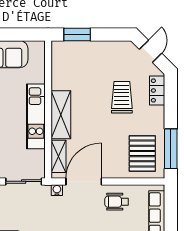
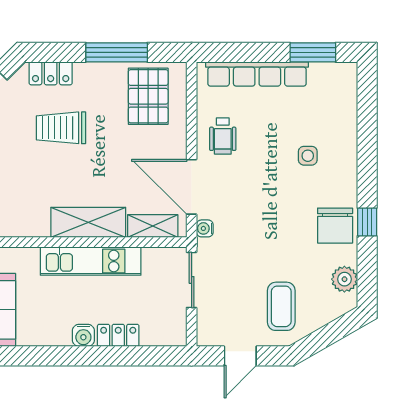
window: (171, 149) -> (117, 52), moved
pallet: (142, 154) -> (148, 96), turned 90

